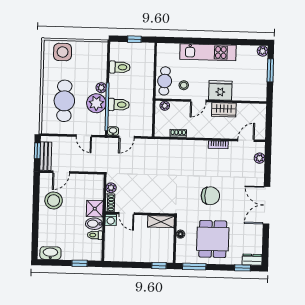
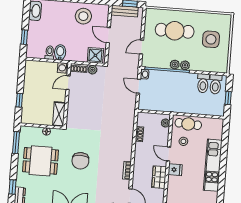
side table: (63, 52) -> (211, 39), moved
fridge: (220, 90) -> (175, 170), width x0.53, depth x0.75
plant: (96, 103) -> (175, 64), width x0.53, depth x0.53
toilet: (119, 105) -> (215, 84), moved
door: (61, 172) -> (108, 35), moved
shower: (95, 209) -> (95, 55), moved
window: (159, 266) -> (19, 100), moved

